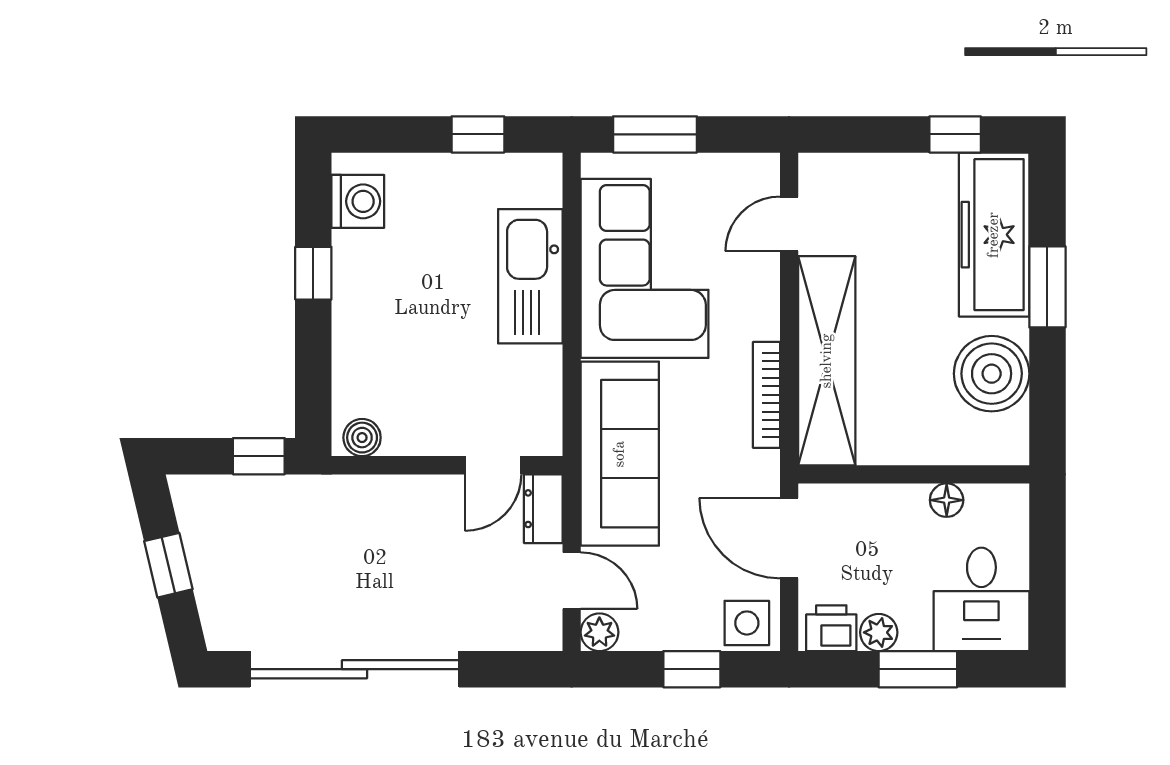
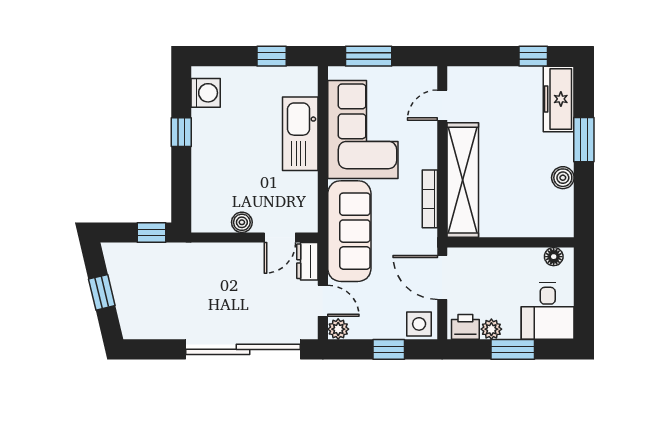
freezer: (994, 235) -> (559, 99), width x0.73, depth x0.79
boiler: (992, 374) -> (563, 178), width x0.54, depth x0.54
boiler: (362, 438) -> (242, 222), moved
floor lamp: (947, 500) -> (554, 257), moved
sliding door: (355, 669) -> (243, 349), moved

